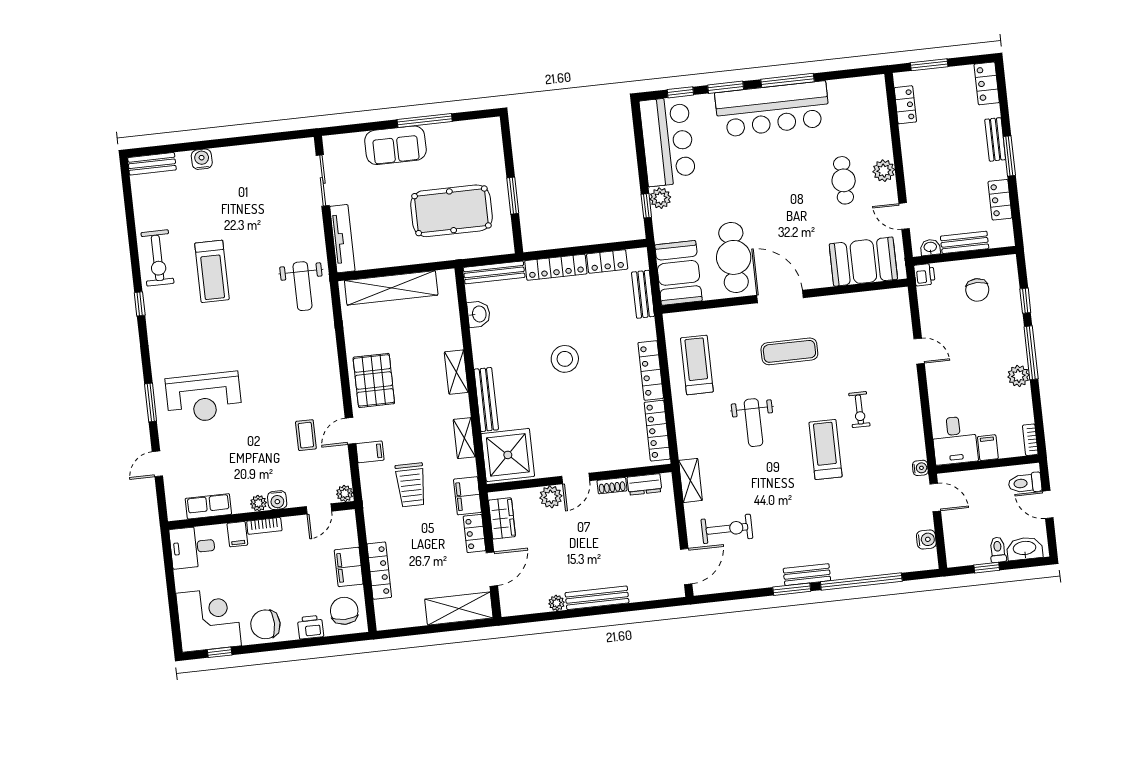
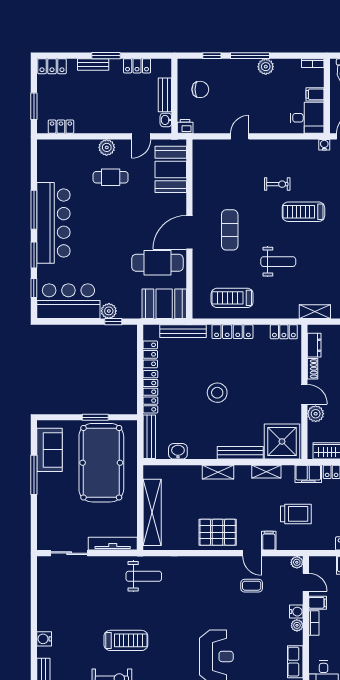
sofa: (395, 145) -> (50, 450), moved
pool table: (451, 211) -> (101, 463), width x1.36, depth x1.32
bench: (643, 294) -> (183, 331), width x1.36
locker: (657, 431) -> (284, 332), width x0.66
filing cabinet: (237, 534) -> (318, 603), moved

